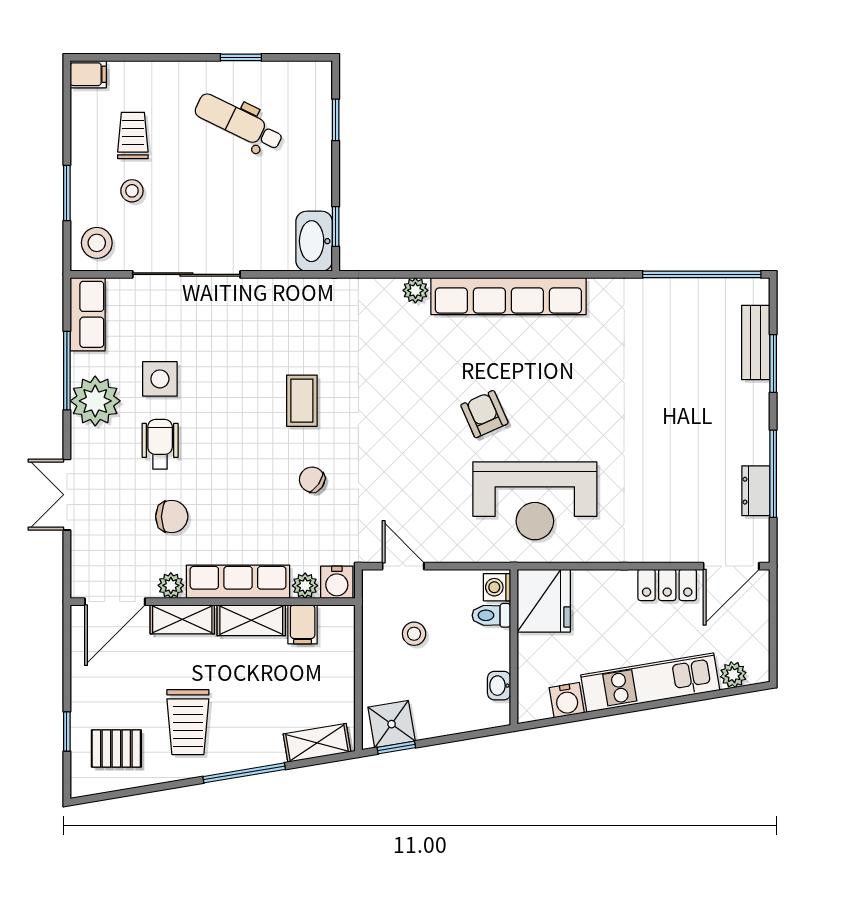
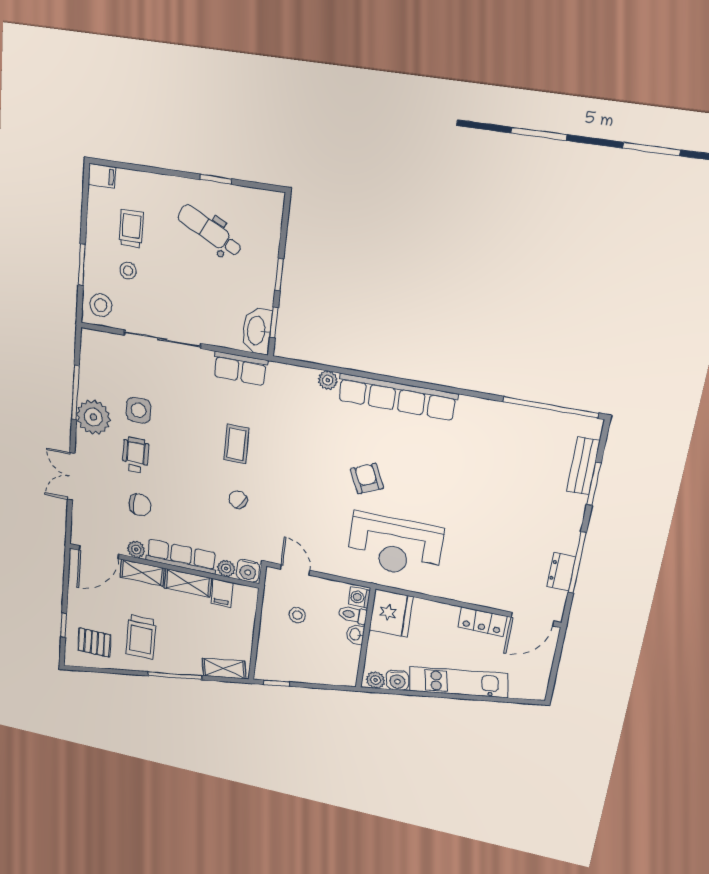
window: (336, 120) -> (279, 275), moved
row of seats: (88, 314) -> (240, 368), moved, turned 90
plant: (733, 675) -> (375, 680), moved
washbasin: (499, 686) -> (355, 634), moved
shower: (392, 724) -> (275, 668), removed

